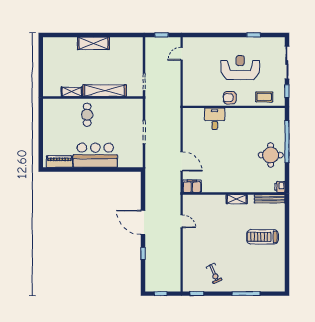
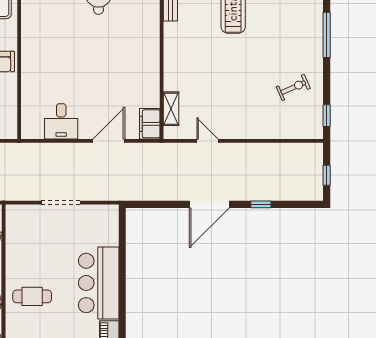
desk: (215, 119) -> (61, 121), moved, turned -90
shelving: (237, 199) -> (171, 109), moved
door: (182, 221) -> (208, 141), hinge flipped

